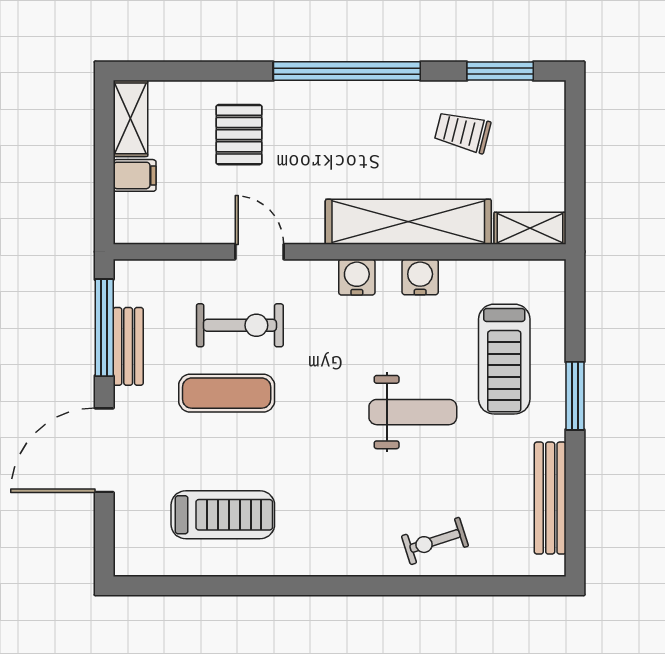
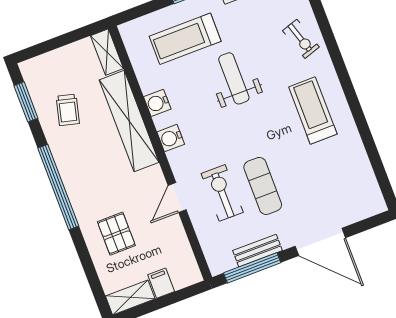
pallet: (239, 135) -> (116, 234), turned 90
treadmill: (504, 359) -> (185, 39), turned 180
treadmill: (223, 515) -> (313, 111), moved

